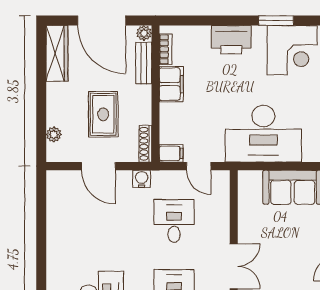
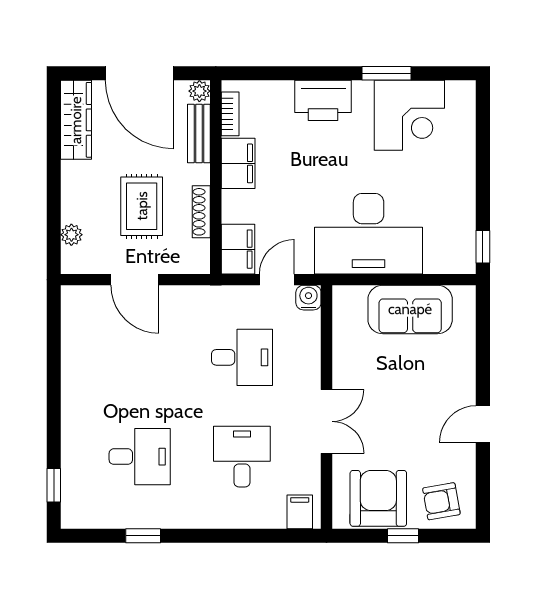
shoe rack: (145, 144) -> (201, 212), moved
filing cabinet: (171, 153) -> (238, 249), width x2.00
door: (199, 166) -> (277, 280), swing flipped
water cooler: (142, 179) -> (308, 298), moved
desk: (174, 221) -> (242, 357), turned 90

